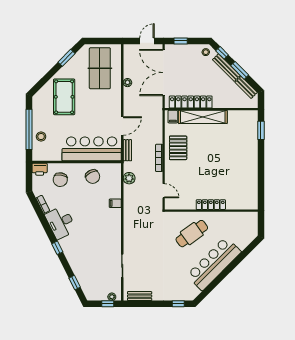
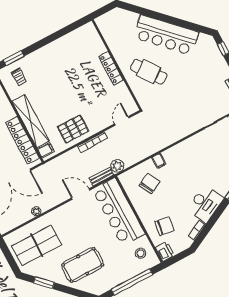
trolley: (244, 127) -> (19, 77), added
stool: (41, 137) -> (141, 253), moved
chair: (93, 177) -> (149, 184), moved
plant: (129, 178) -> (117, 166), moved

